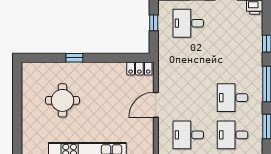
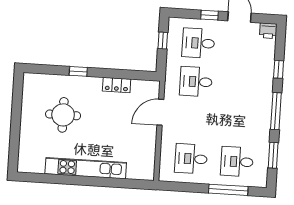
locker: (139, 68) -> (117, 85), moved
desk: (232, 98) -> (196, 82), moved
door: (156, 105) -> (160, 112), moved

